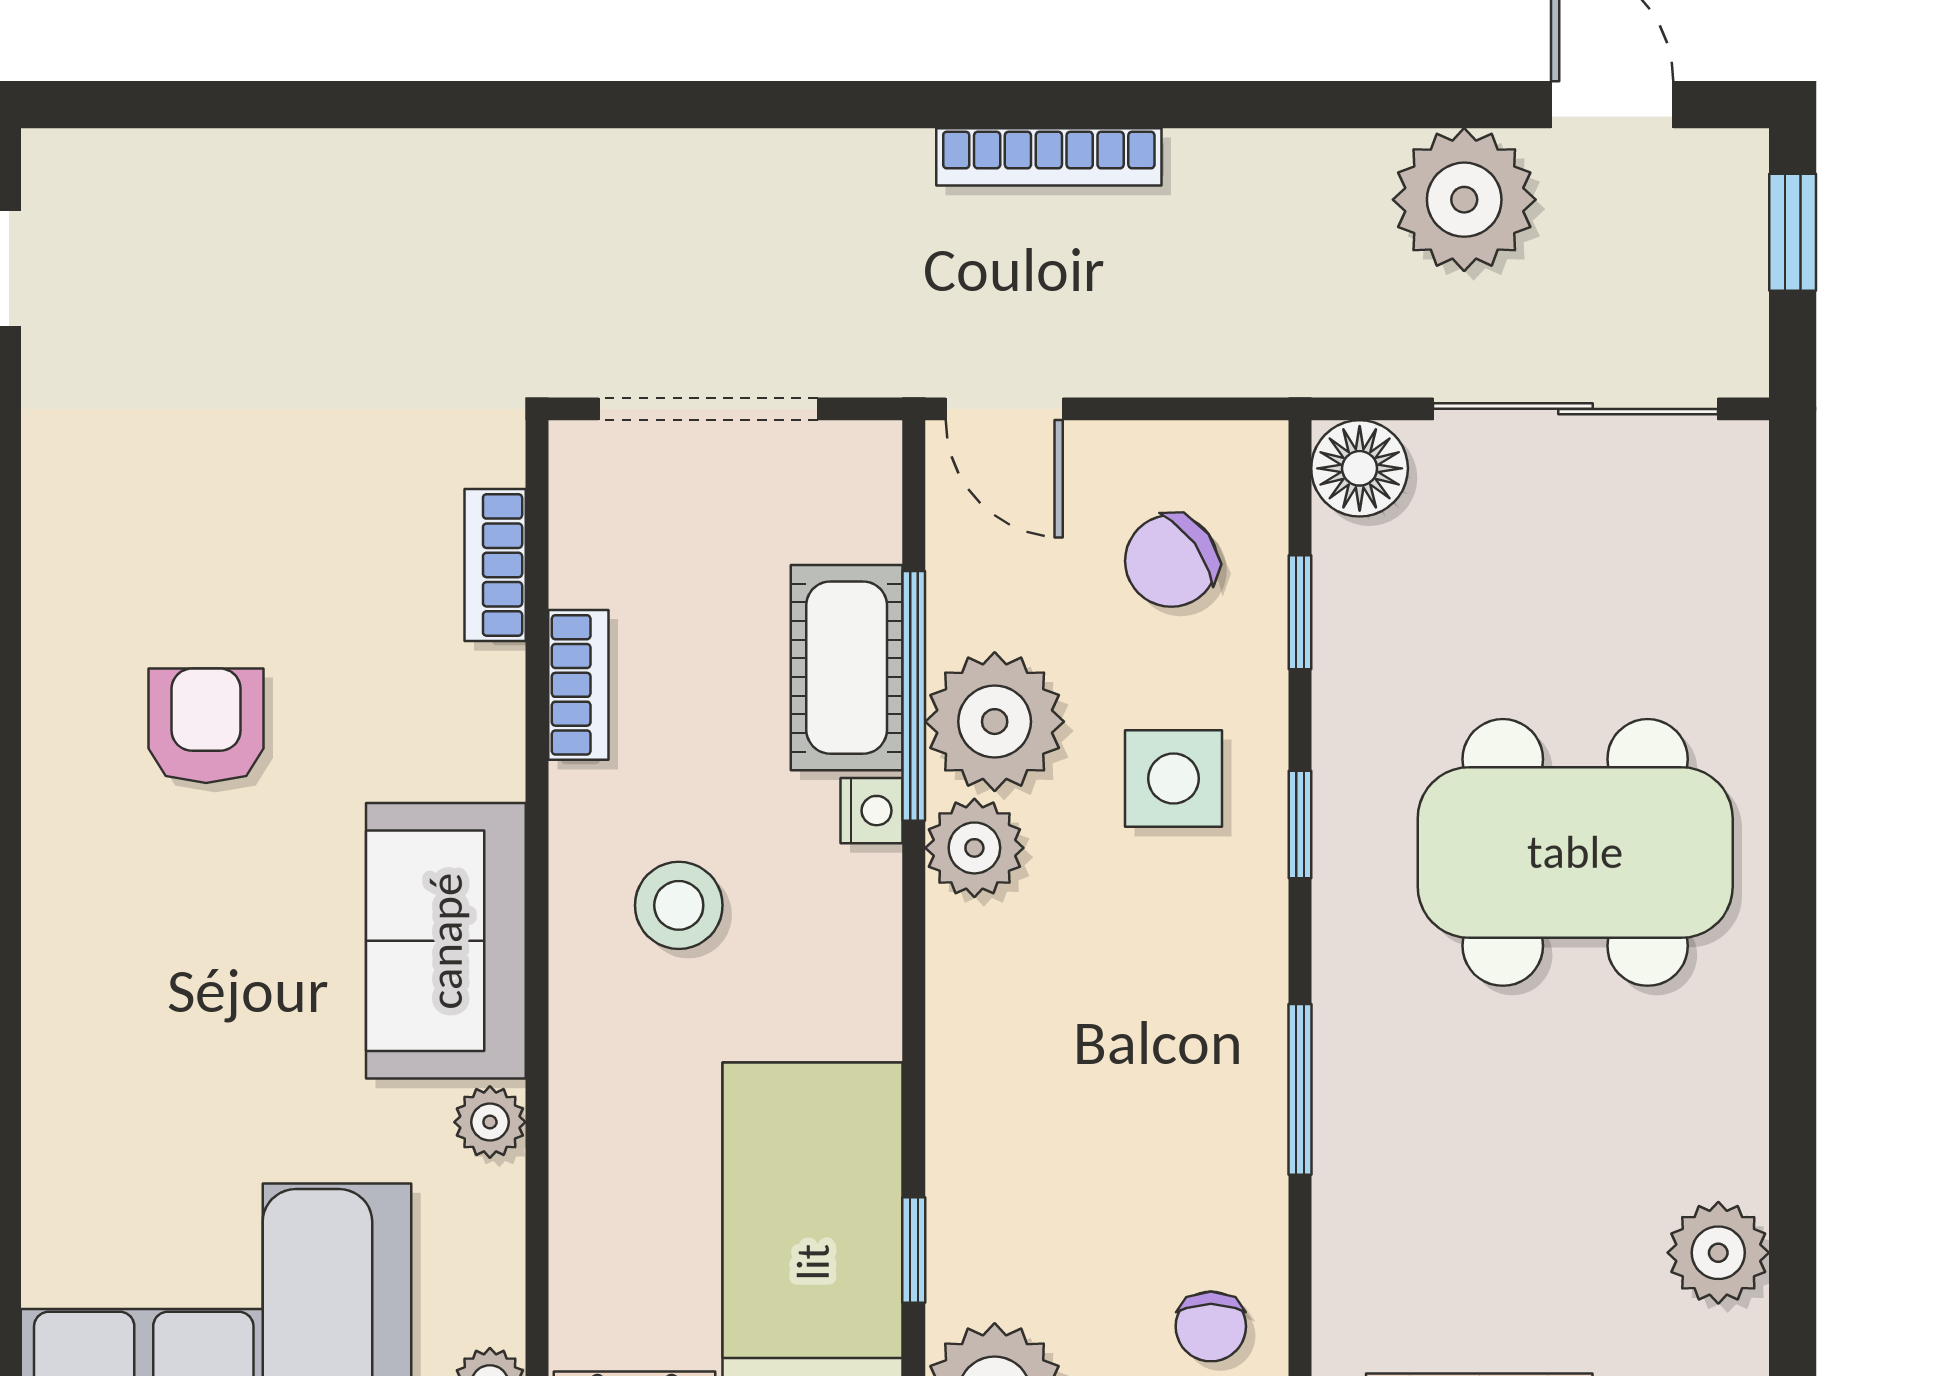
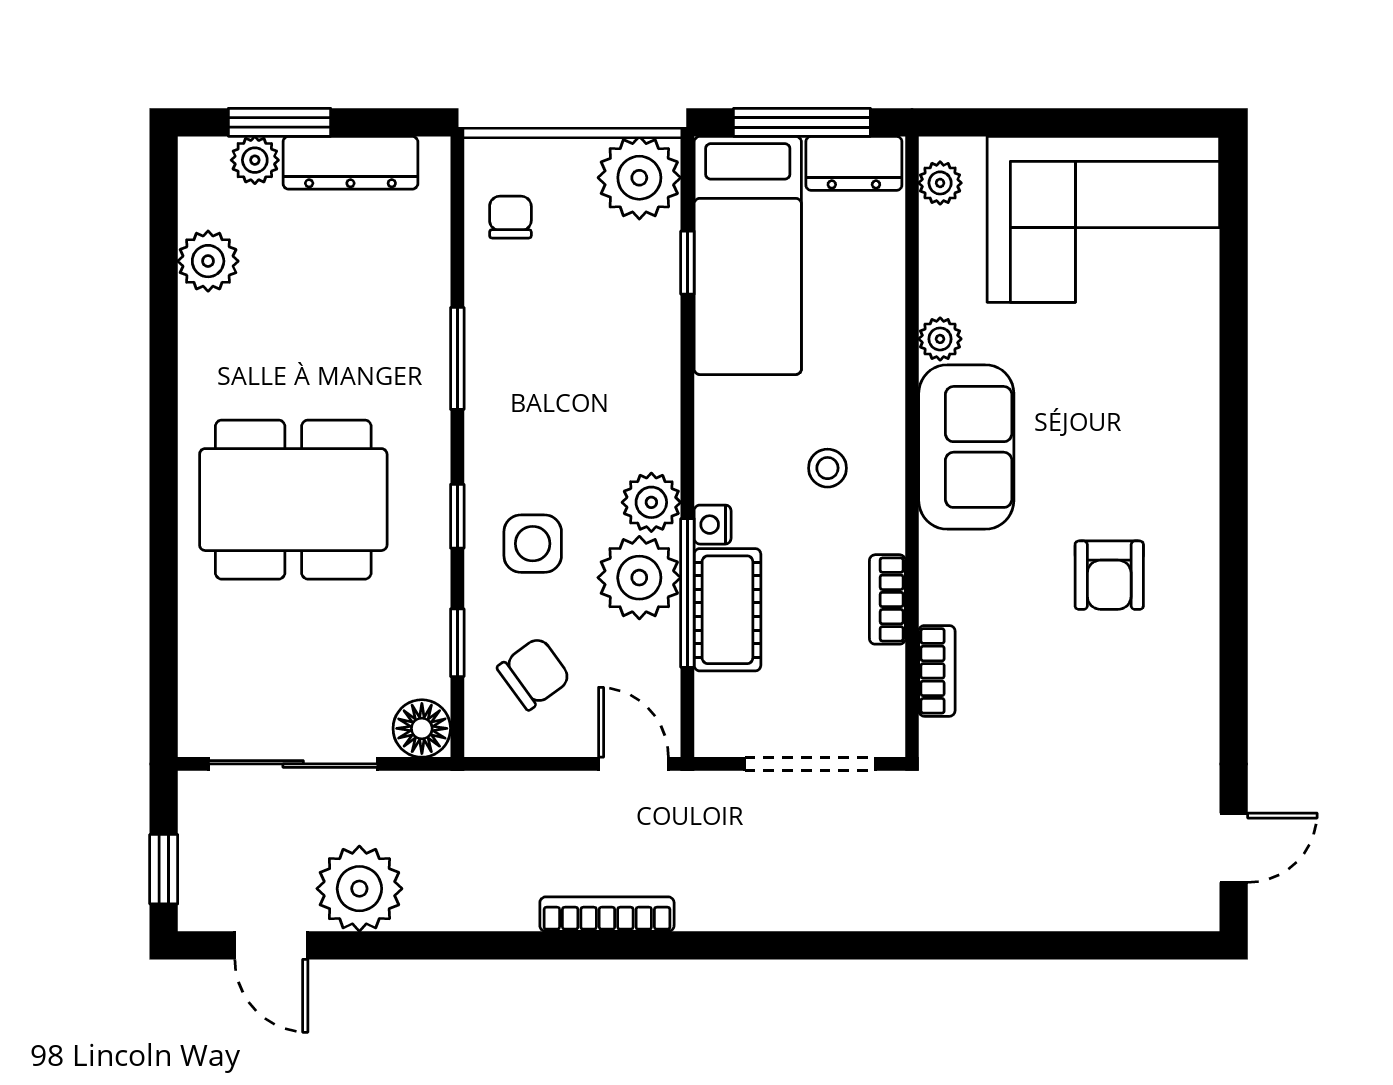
stool: (679, 905) -> (827, 468), width x0.73, depth x0.73

